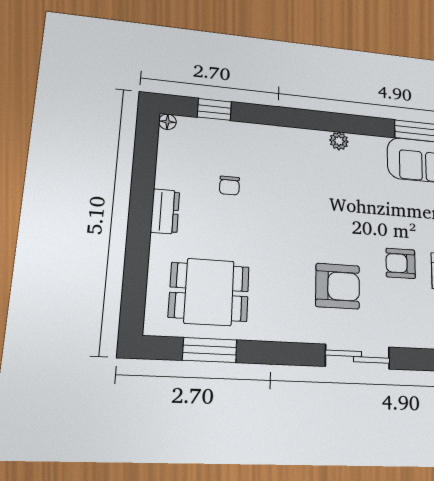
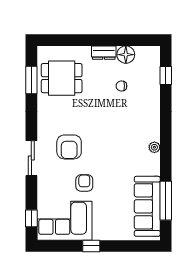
floor lamp: (167, 122) -> (126, 55), moved, width x1.89, depth x1.89
dining table: (209, 292) -> (62, 78), turned 90

